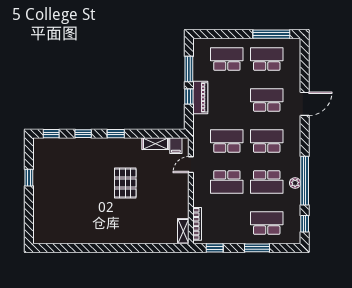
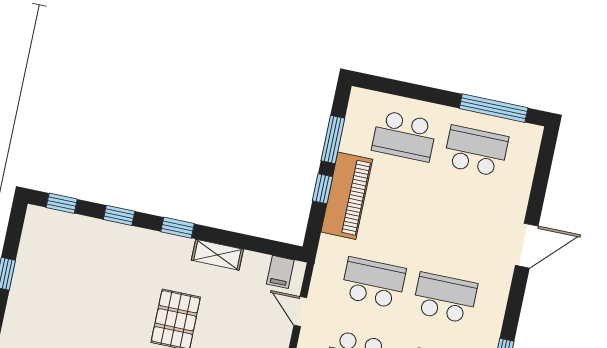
school desk: (227, 59) -> (404, 136), turned 180
piano: (200, 97) -> (347, 196), width x1.37, depth x1.33
school desk: (267, 100) -> (460, 224), removed
shelving: (155, 144) -> (217, 255), moved
door: (191, 165) -> (300, 312), hinge flipped

